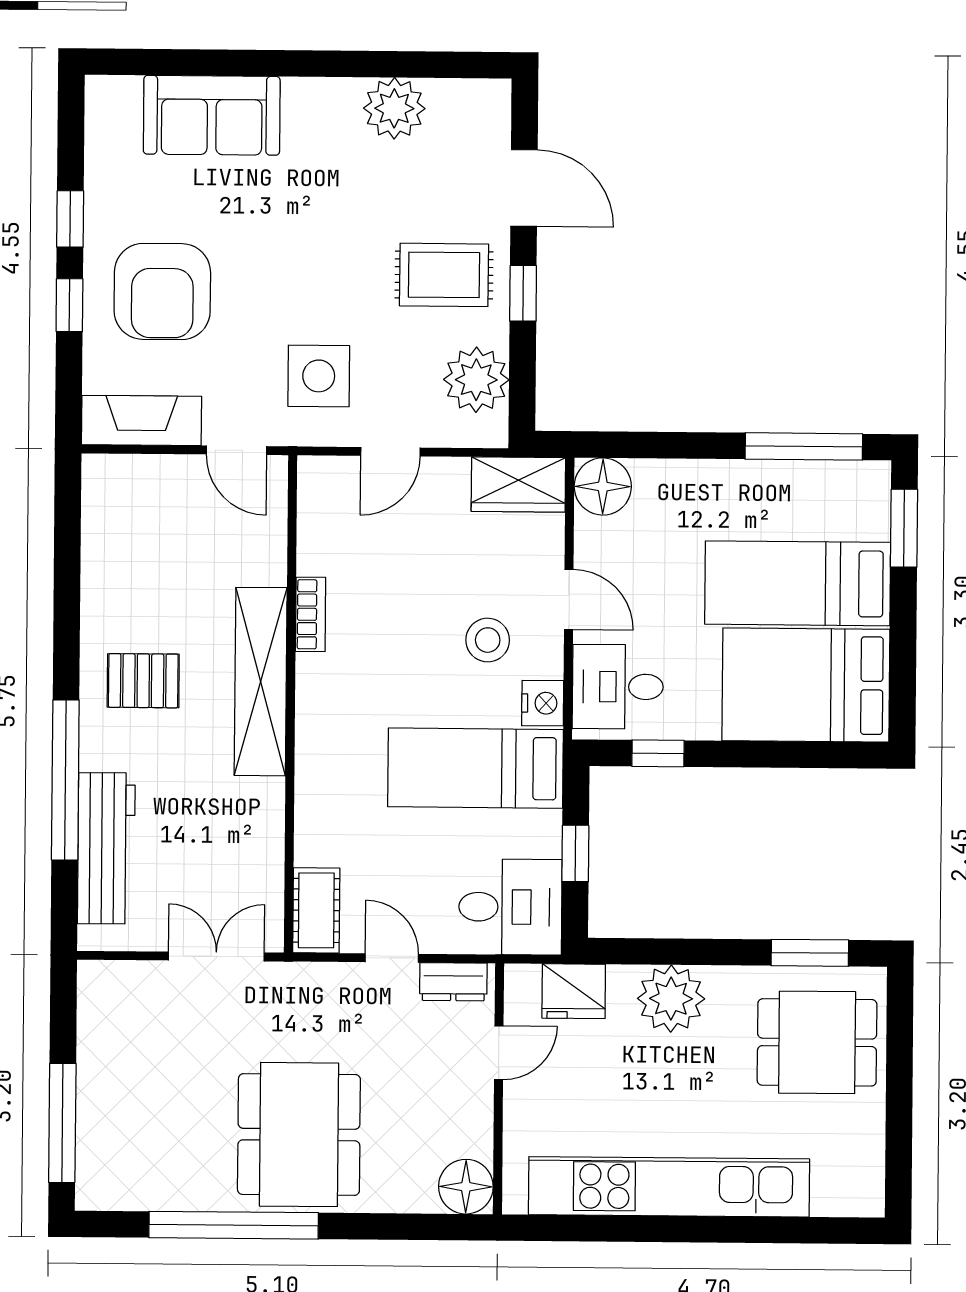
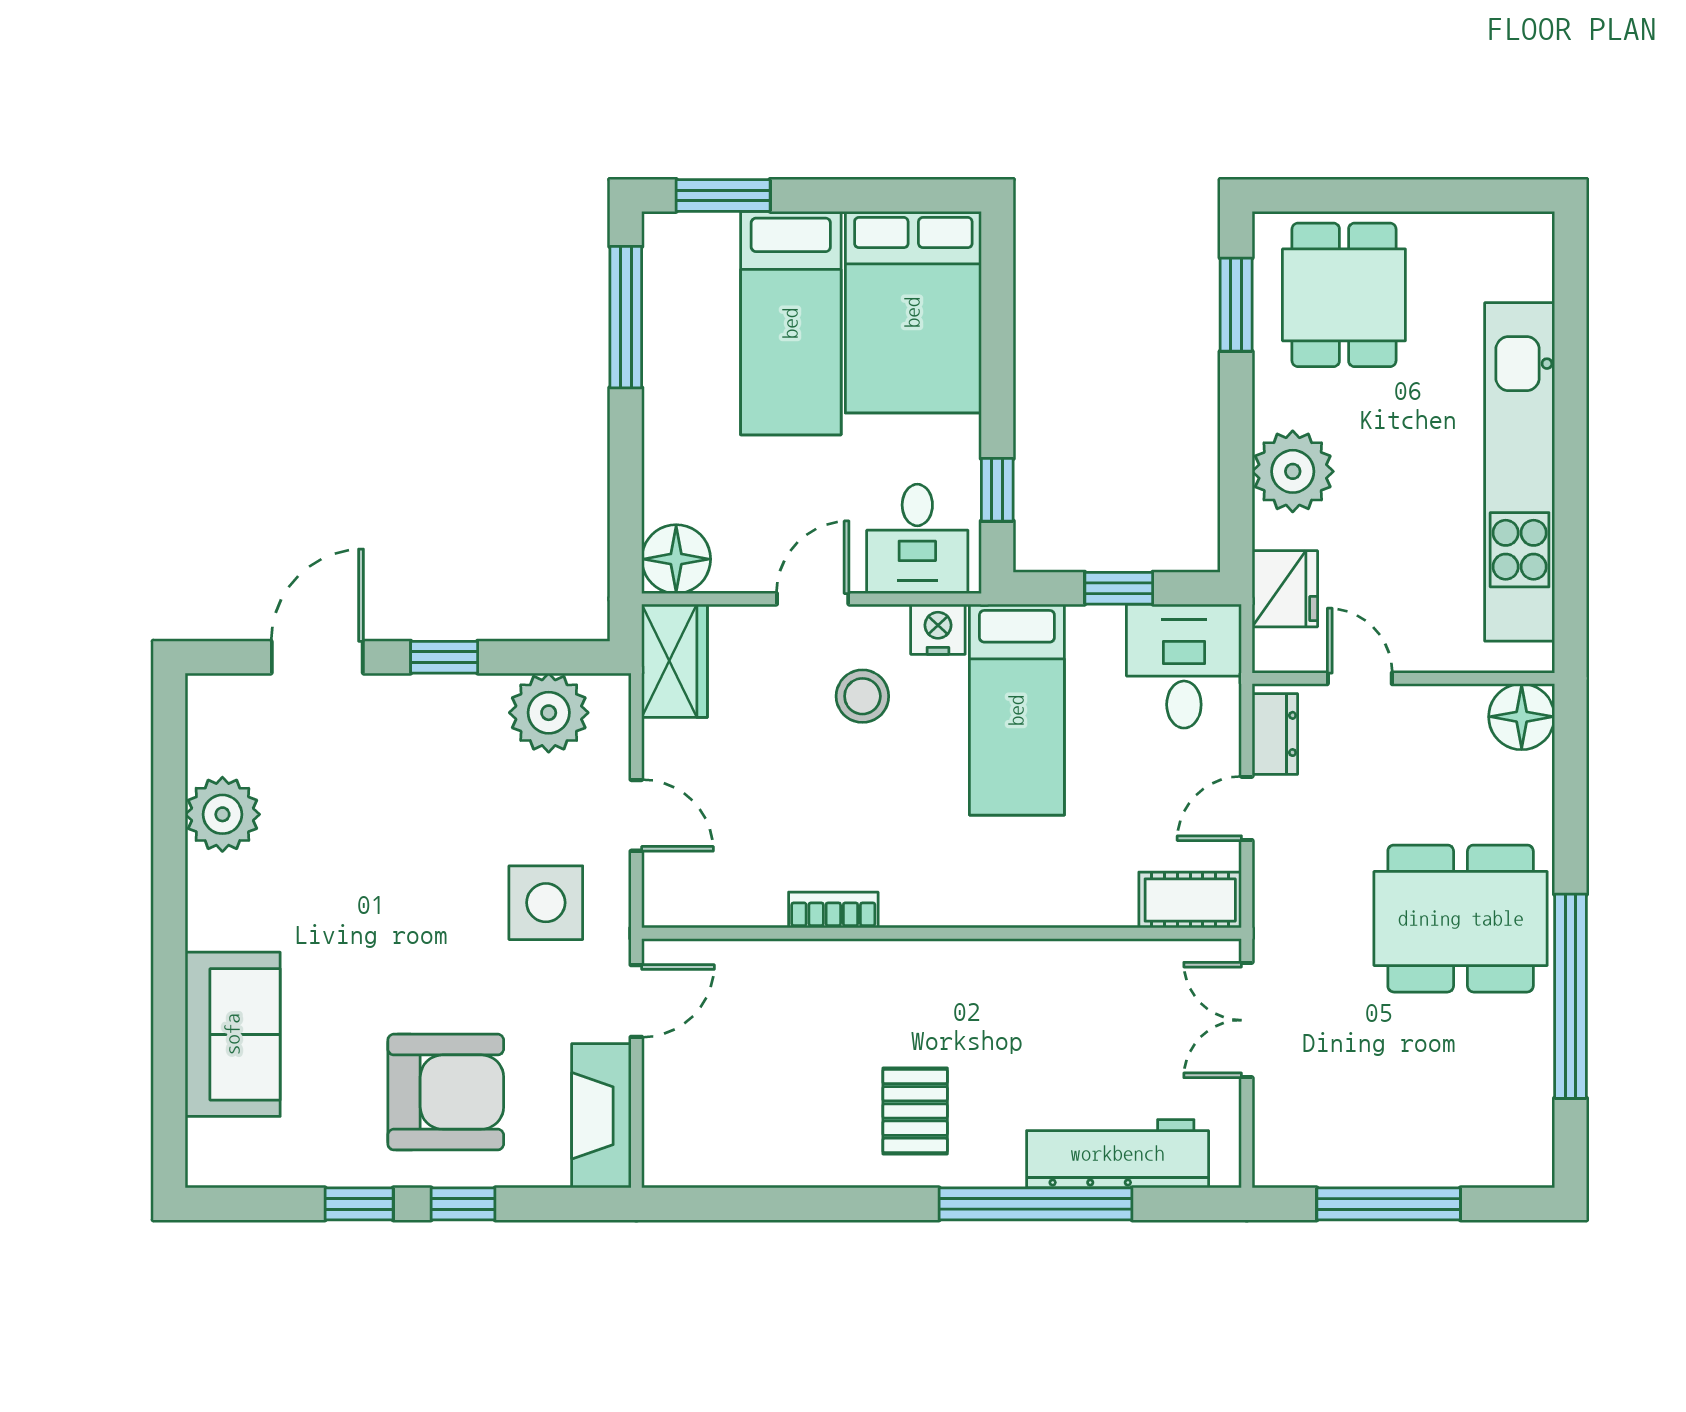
rug: (444, 275) -> (423, 753), removed
shelving: (261, 682) -> (915, 969), removed
window: (62, 1123) -> (1389, 1204), moved

